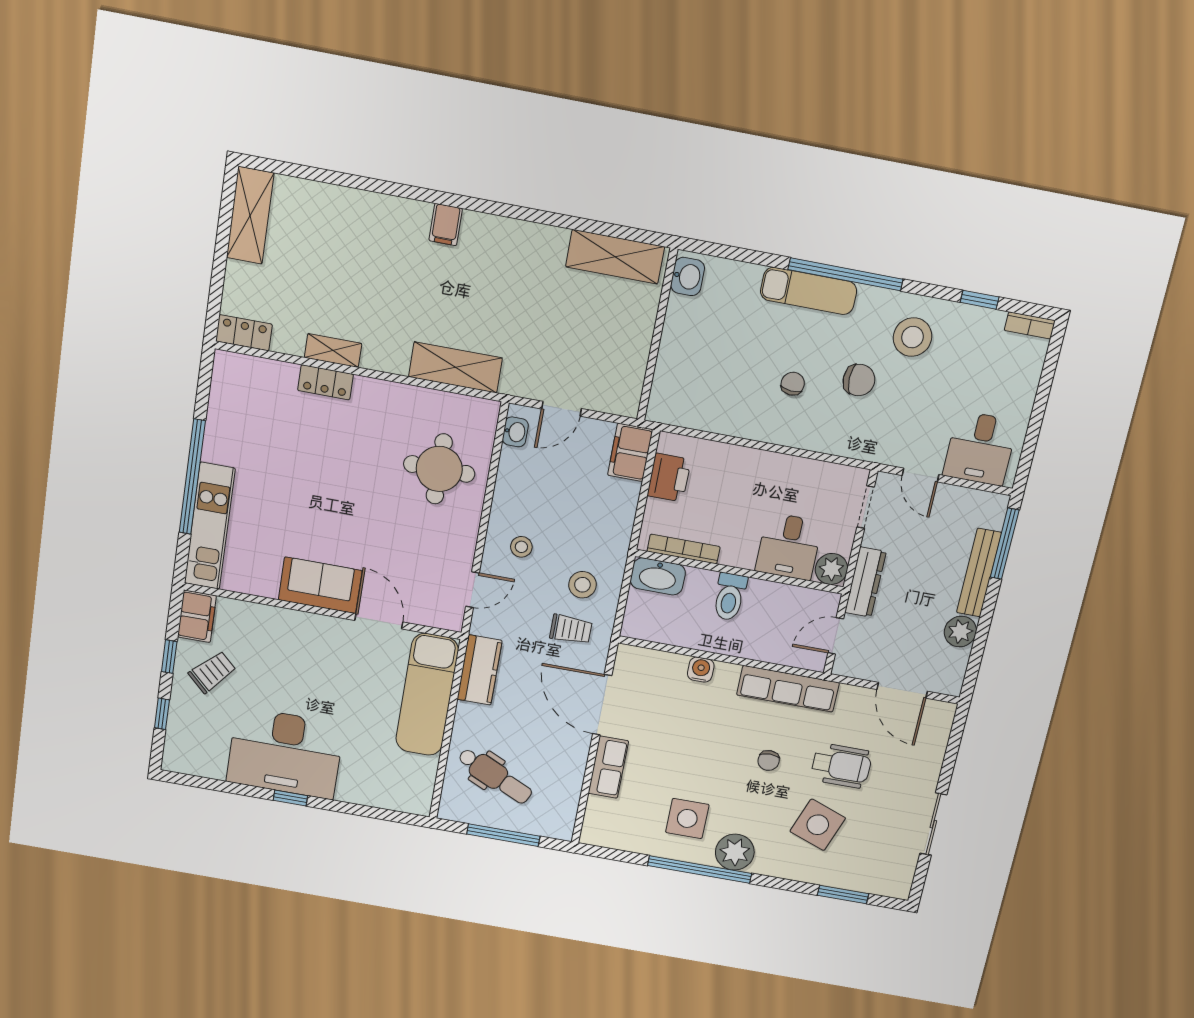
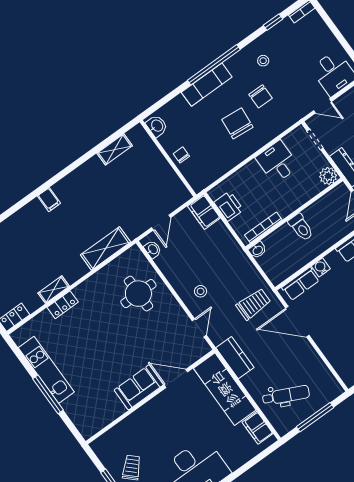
shelving: (615, 257) -> (115, 149), width x0.67, depth x0.75
stool: (913, 337) -> (263, 61), width x0.53, depth x0.53
chair: (679, 349) -> (181, 155), added
chair: (859, 380) -> (261, 96), turned 90
chair: (793, 384) -> (237, 123), width x1.87, depth x1.87
window: (192, 477) -> (48, 394), width x0.68
kitchen unit: (210, 526) -> (46, 370), moved
desk: (789, 546) -> (277, 162), moved, turned 180
washbasin: (658, 576) -> (258, 250), width x0.52, depth x0.69
stool: (582, 585) -> (239, 282), removed
filing cabinet: (197, 616) -> (258, 428), moved, turned 180
trolley: (571, 629) -> (253, 304), width x1.36, depth x1.39
row of seats: (608, 767) -> (301, 284), moved, turned 90

